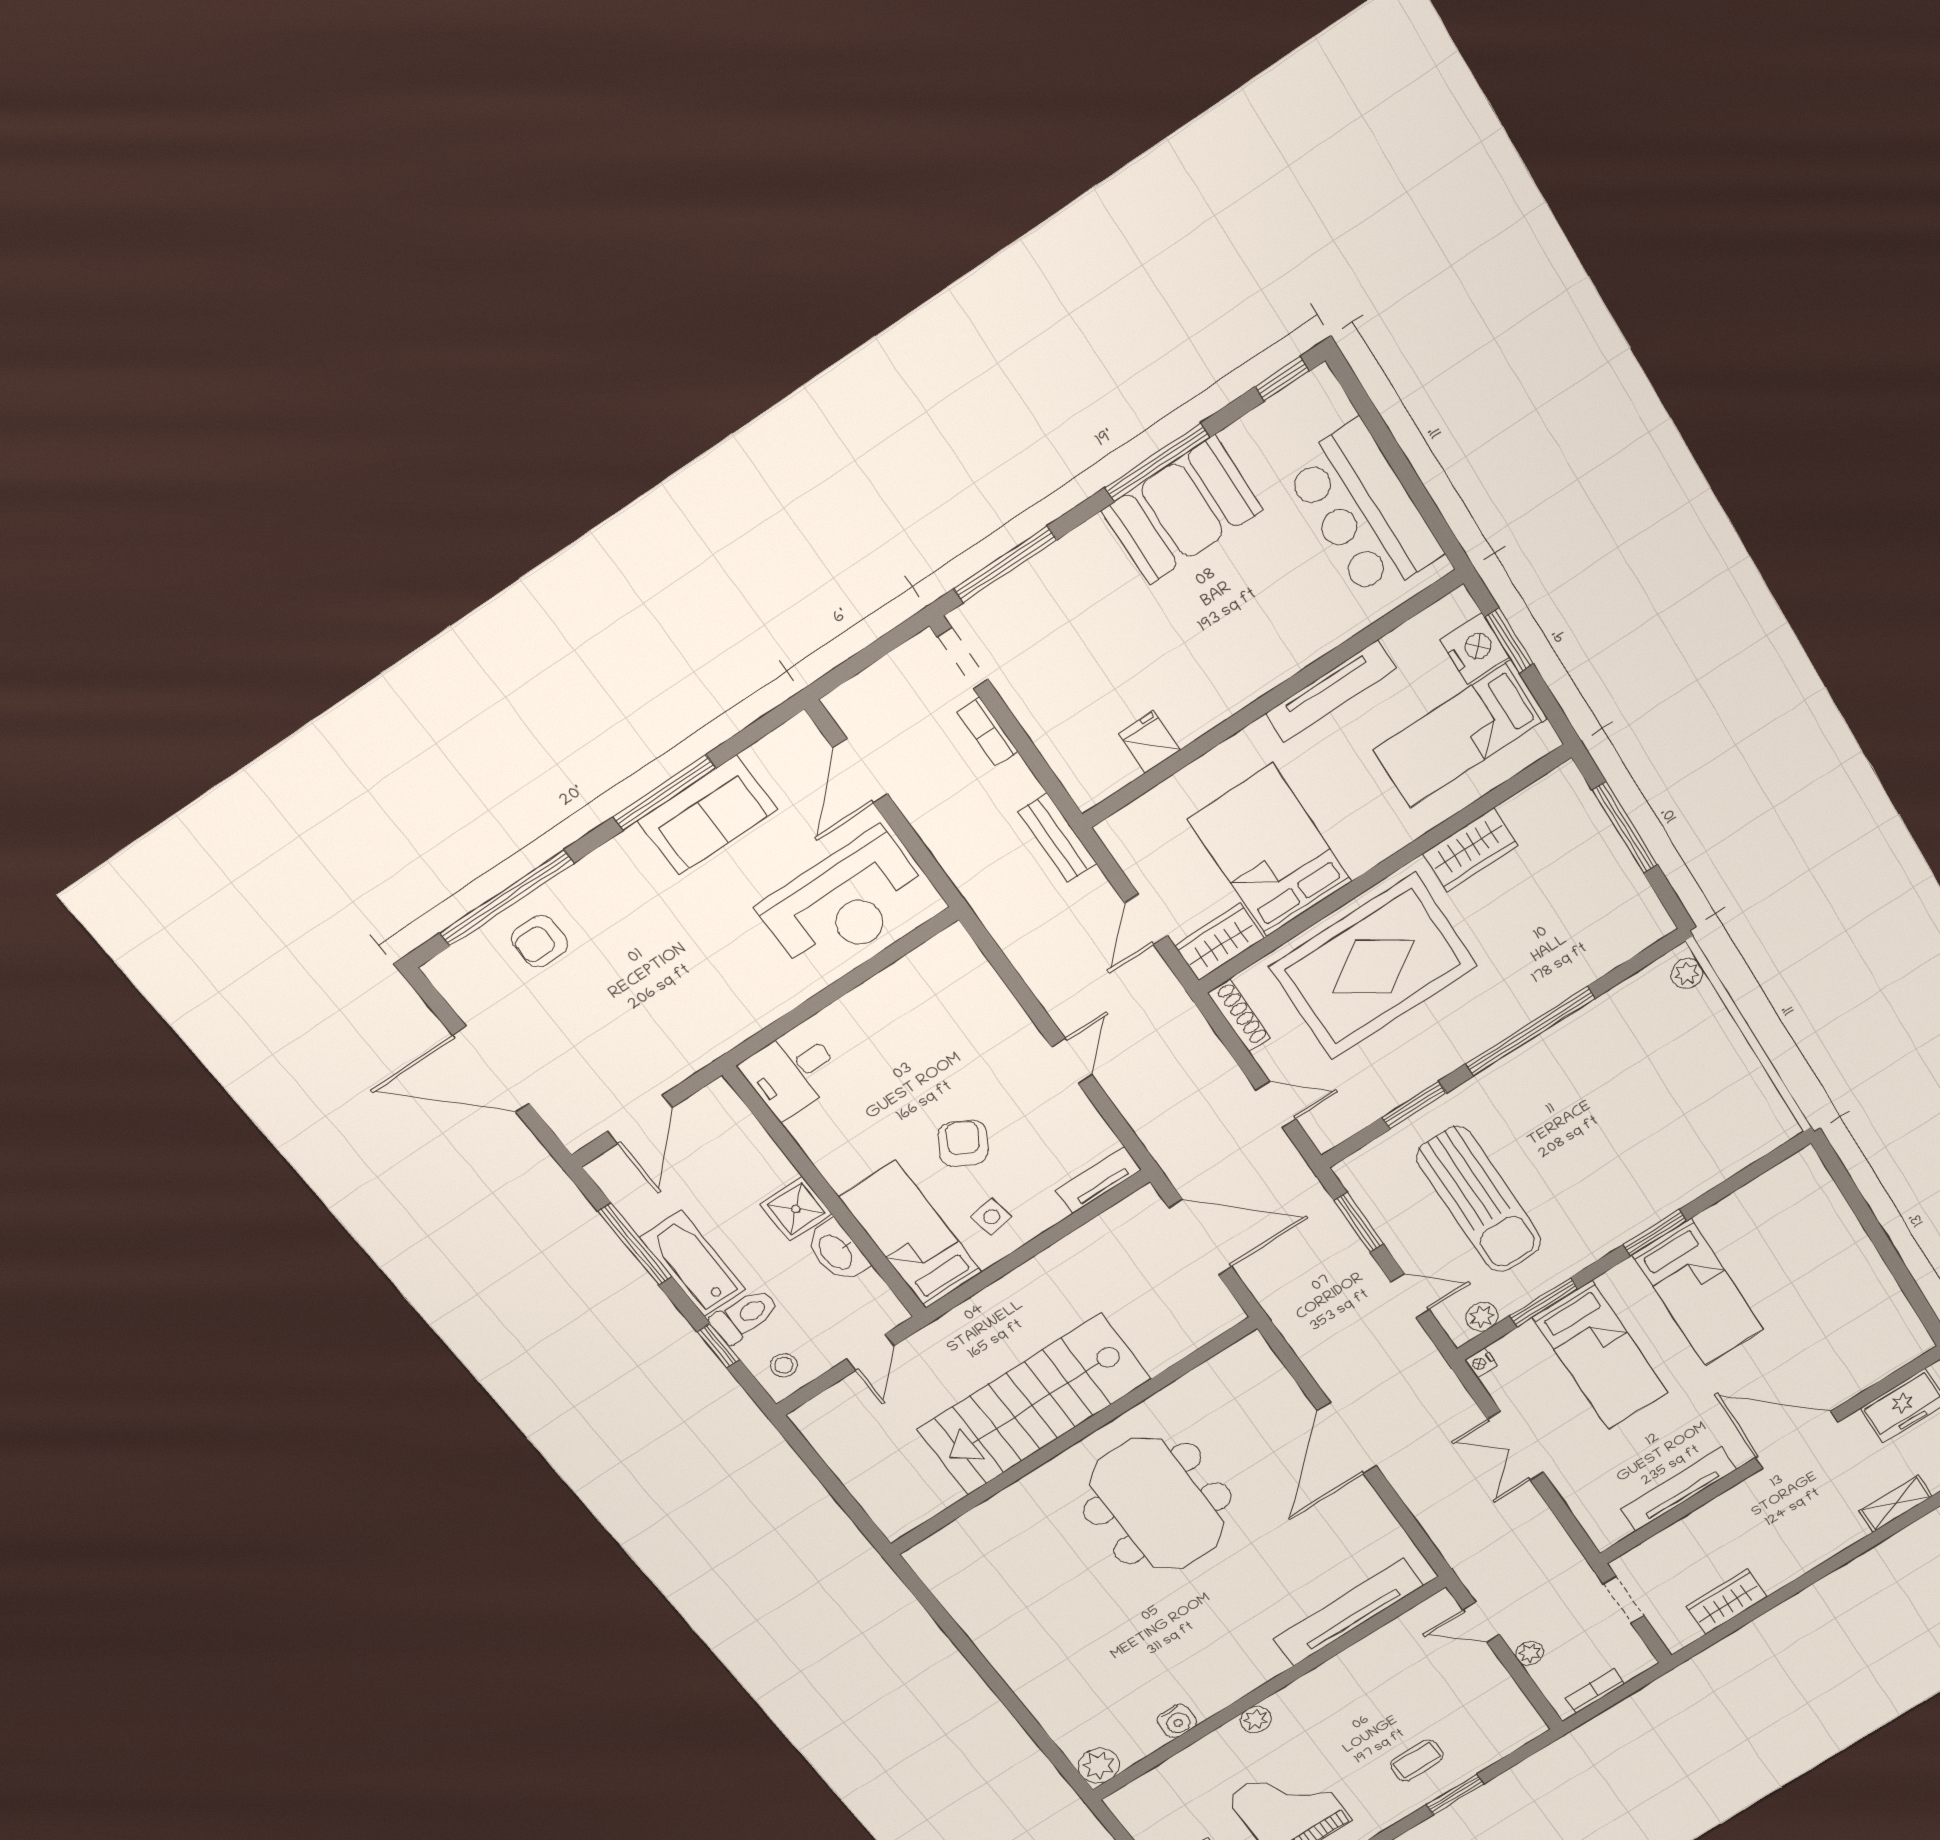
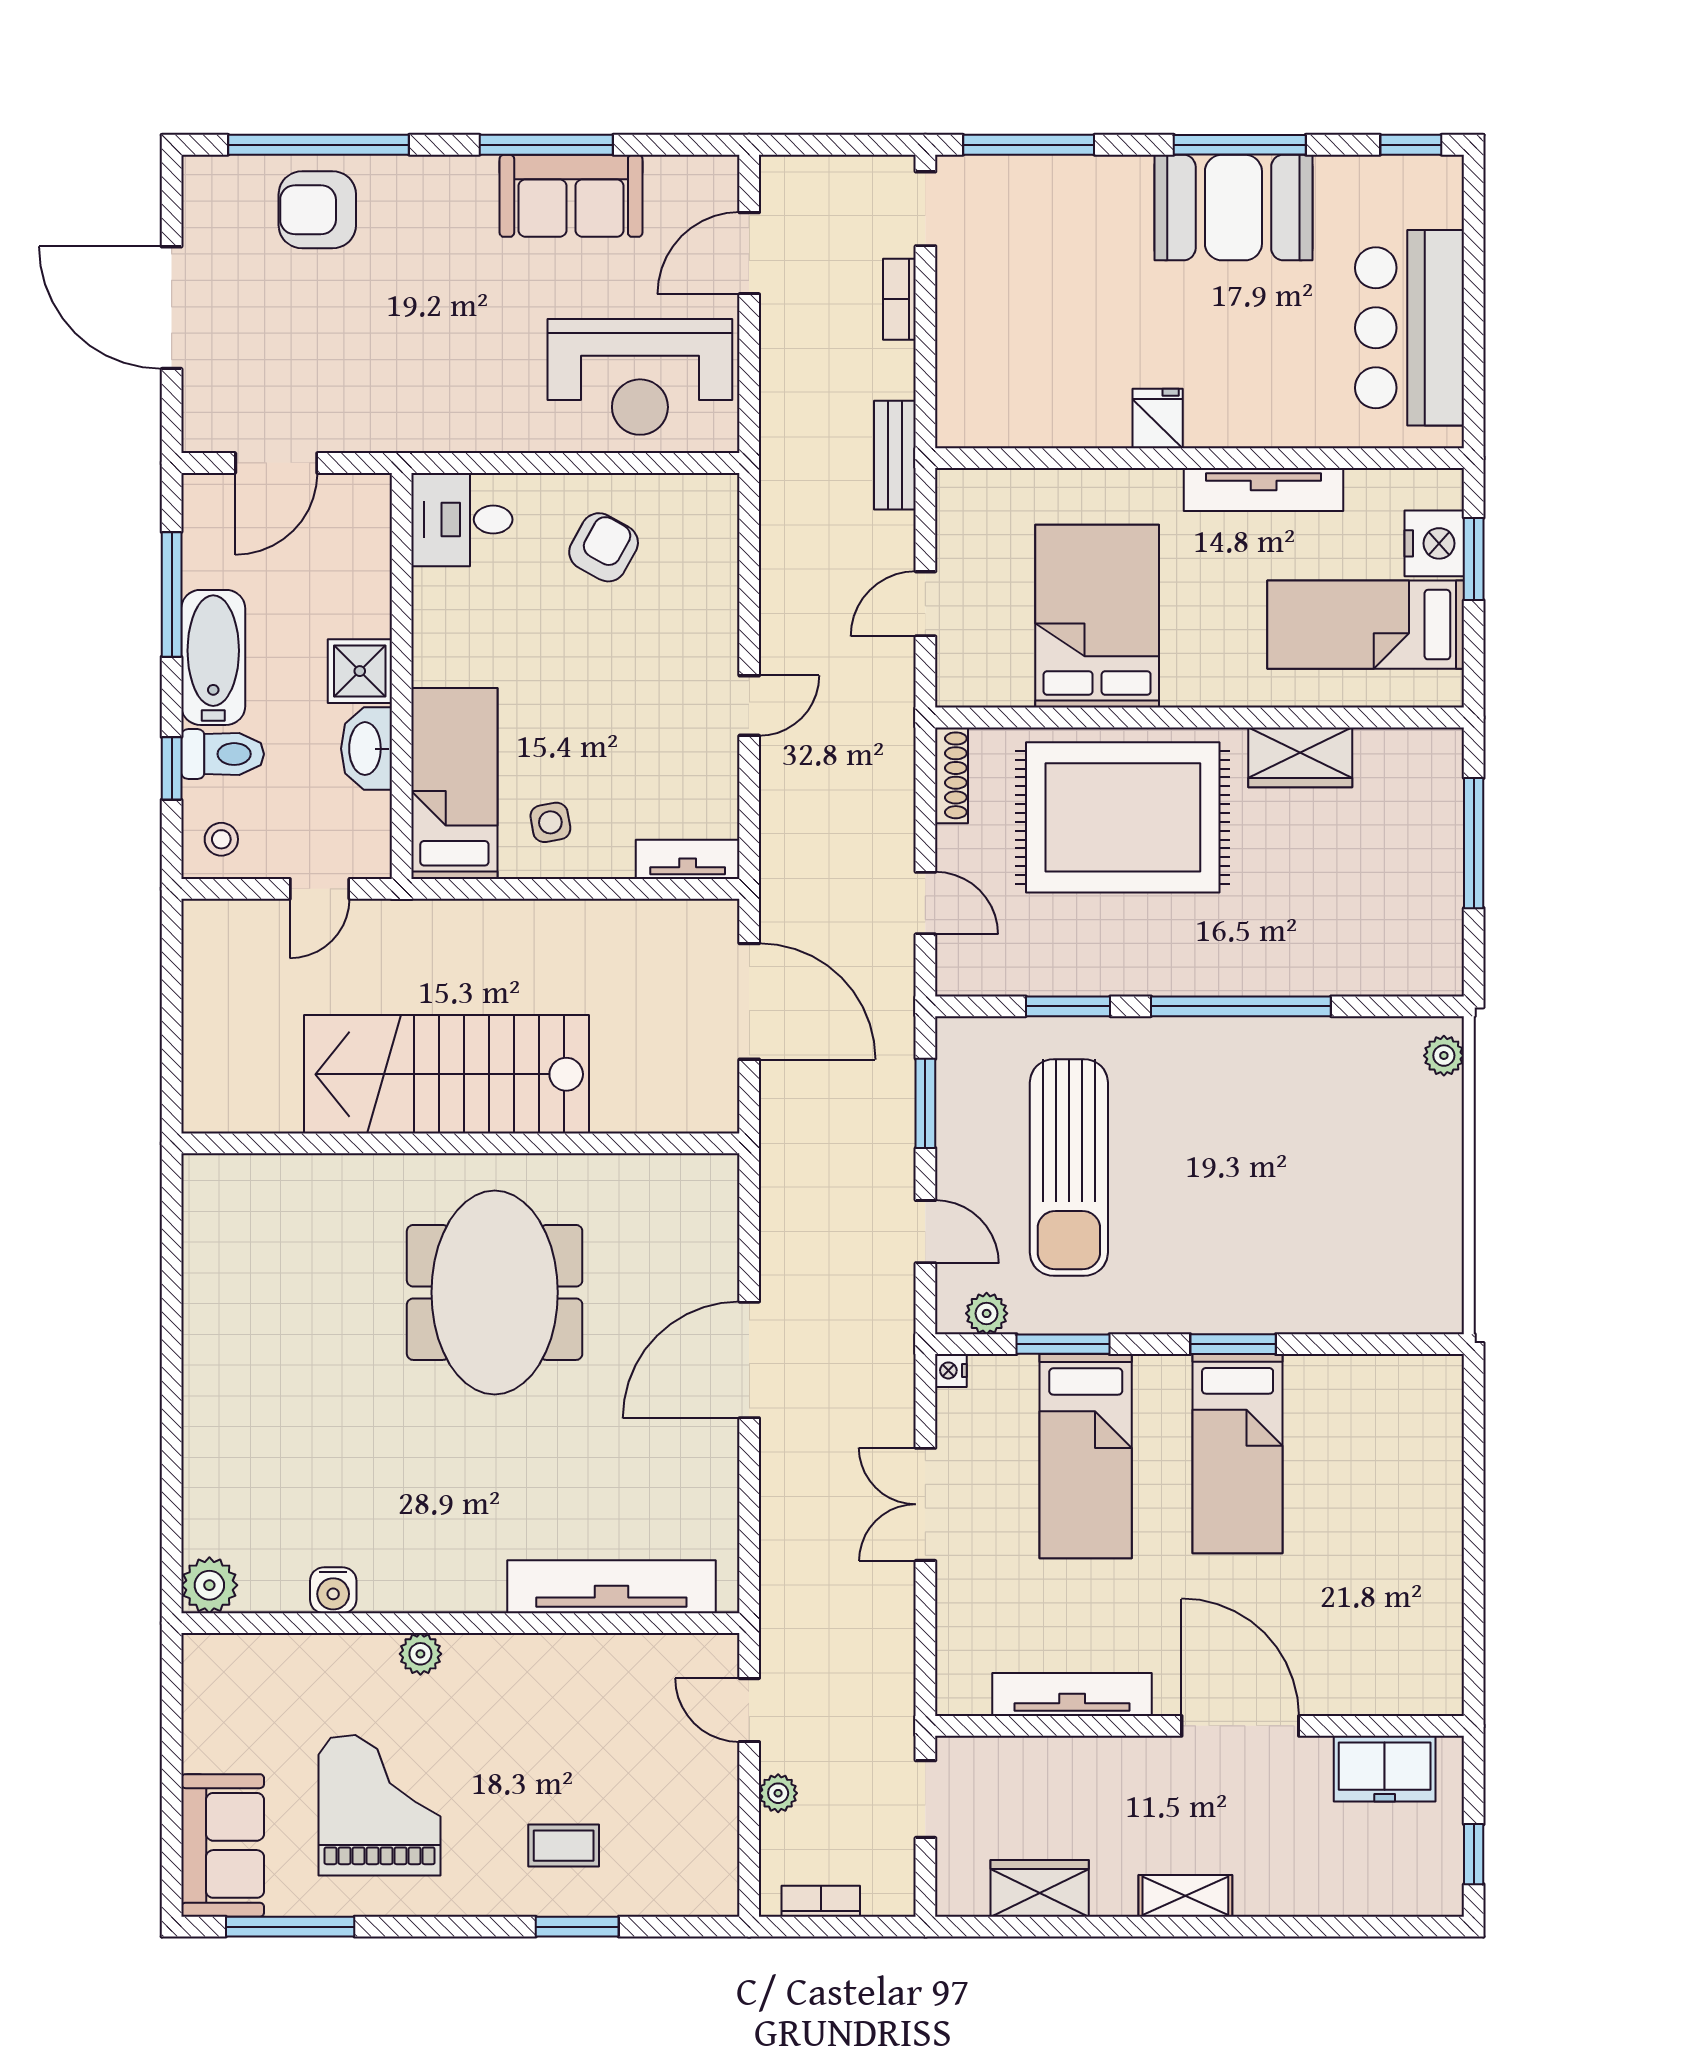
fridge: (1149, 742) -> (1158, 418), moved
armchair: (540, 941) -> (317, 210), width x1.38, depth x1.38
wardrobe: (1219, 942) -> (983, 680), removed
armchair: (963, 1143) -> (604, 547), moved
shelving: (1896, 1504) -> (1185, 1896), moved

